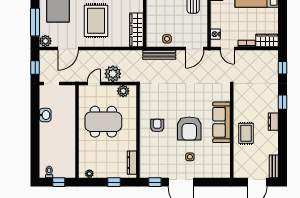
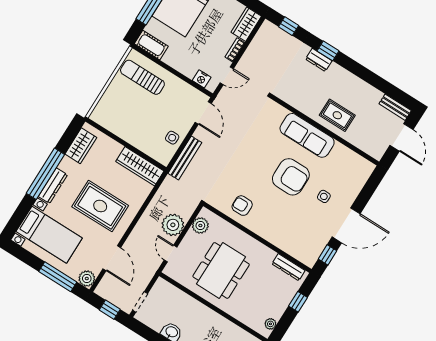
dresser: (273, 122) -> (319, 60), moved
armchair: (157, 126) -> (242, 206), moved

